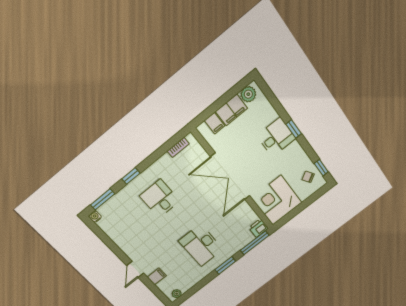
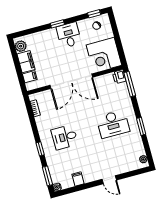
desk: (276, 137) -> (69, 35), moved
window: (225, 265) -> (141, 126), moved
filing cabinet: (157, 276) -> (78, 179), moved

